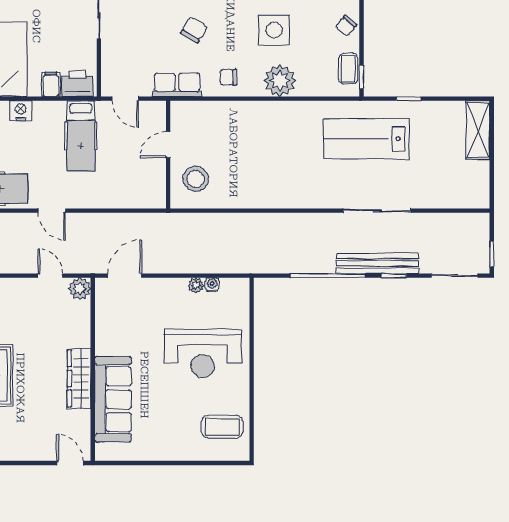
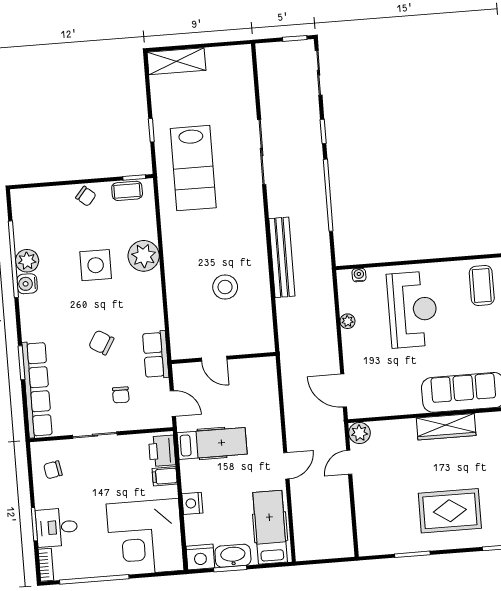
chair: (228, 77) -> (121, 395), moved
door: (125, 99) -> (173, 404), hinge flipped
stool: (196, 179) -> (225, 287), moved
bench: (377, 263) -> (282, 257), moved
water cooler: (212, 285) -> (359, 275), moved, turned 90

